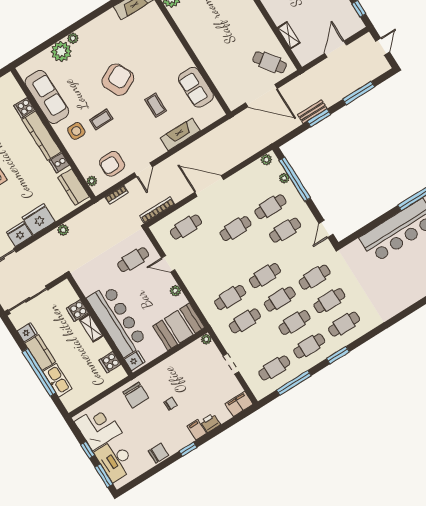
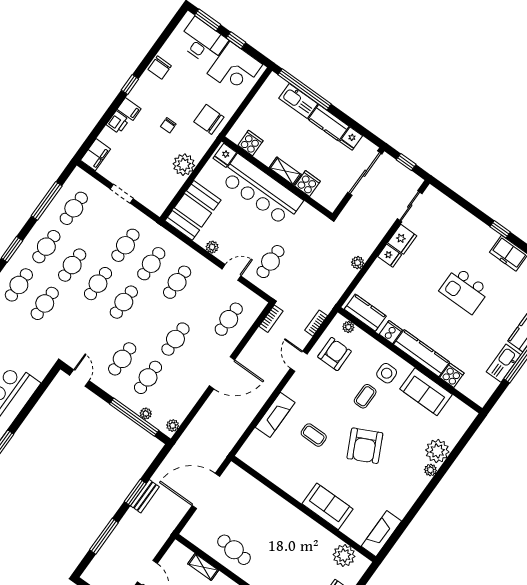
cafe table: (270, 62) -> (234, 550), moved, turned 41
sofa: (196, 87) -> (327, 506), moved
sofa: (47, 97) -> (426, 392), width x0.73
bookcase: (157, 210) -> (271, 319), width x0.64
fridge: (39, 219) -> (390, 256), width x0.53, depth x0.75
cafe table: (315, 277) -> (177, 282), moved
plant: (206, 339) -> (184, 165), moved, width x1.87, depth x1.87
window: (39, 372) -> (305, 89), moved

